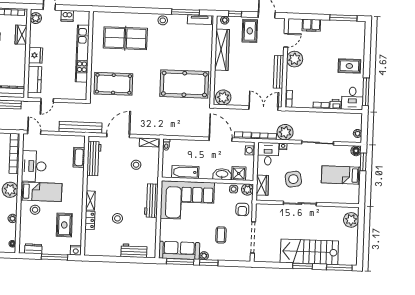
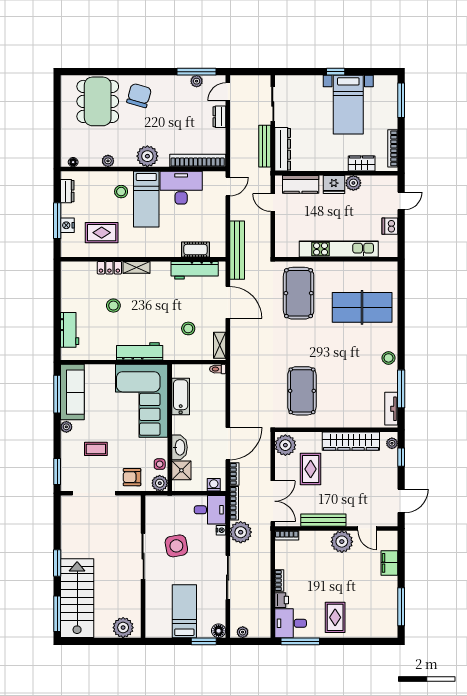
plant: (36, 18) -> (353, 183), moved
rug: (250, 31) -> (311, 469), moved, turned 90
table tennis table: (125, 38) -> (362, 307), turned 90
pool table: (184, 84) -> (302, 391), width x0.73, depth x0.76
wardrobe: (262, 185) -> (166, 503), removed
nightstand: (76, 250) -> (67, 225), moved
stairs: (309, 252) -> (77, 598), moved
window: (209, 263) -> (57, 471), moved

